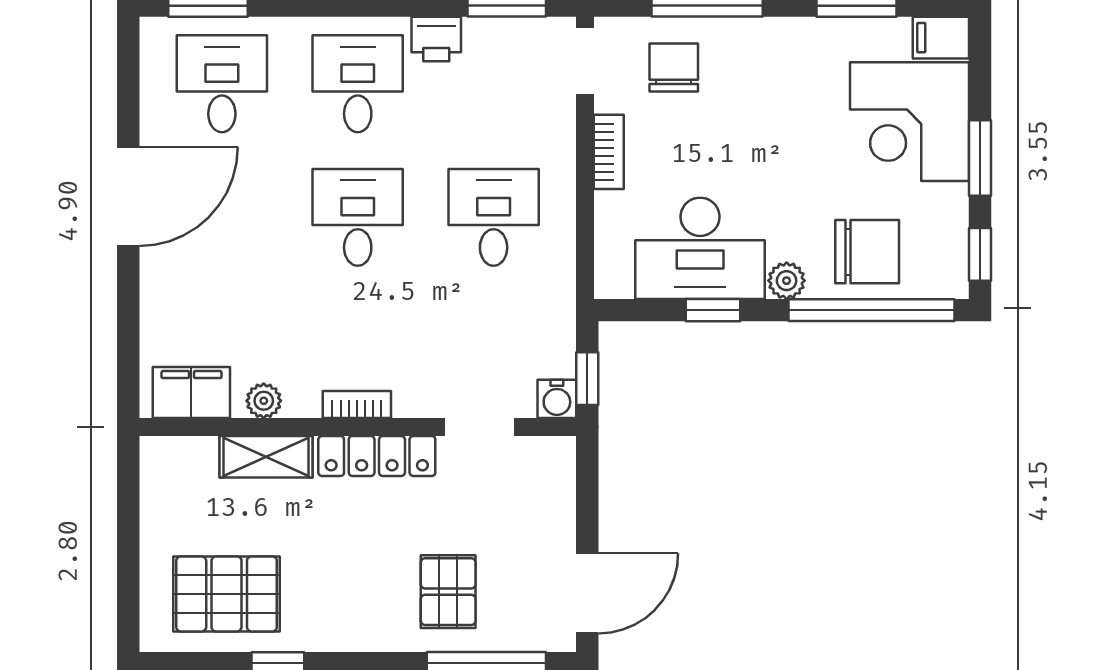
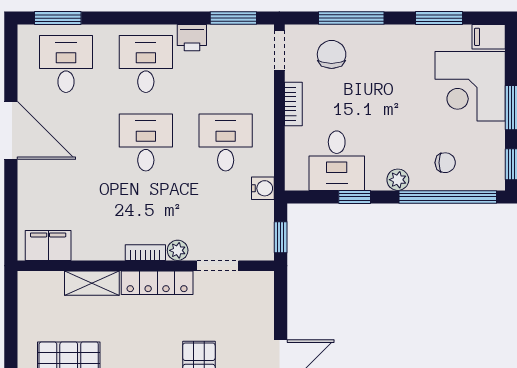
door: (128, 197) -> (11, 130), hinge flipped
desk: (700, 248) -> (337, 161), width x0.73
chair: (867, 252) -> (445, 163), width x0.54, depth x0.54
water cooler: (557, 399) -> (263, 188), moved, turned -90
plant: (264, 401) -> (178, 250), moved

